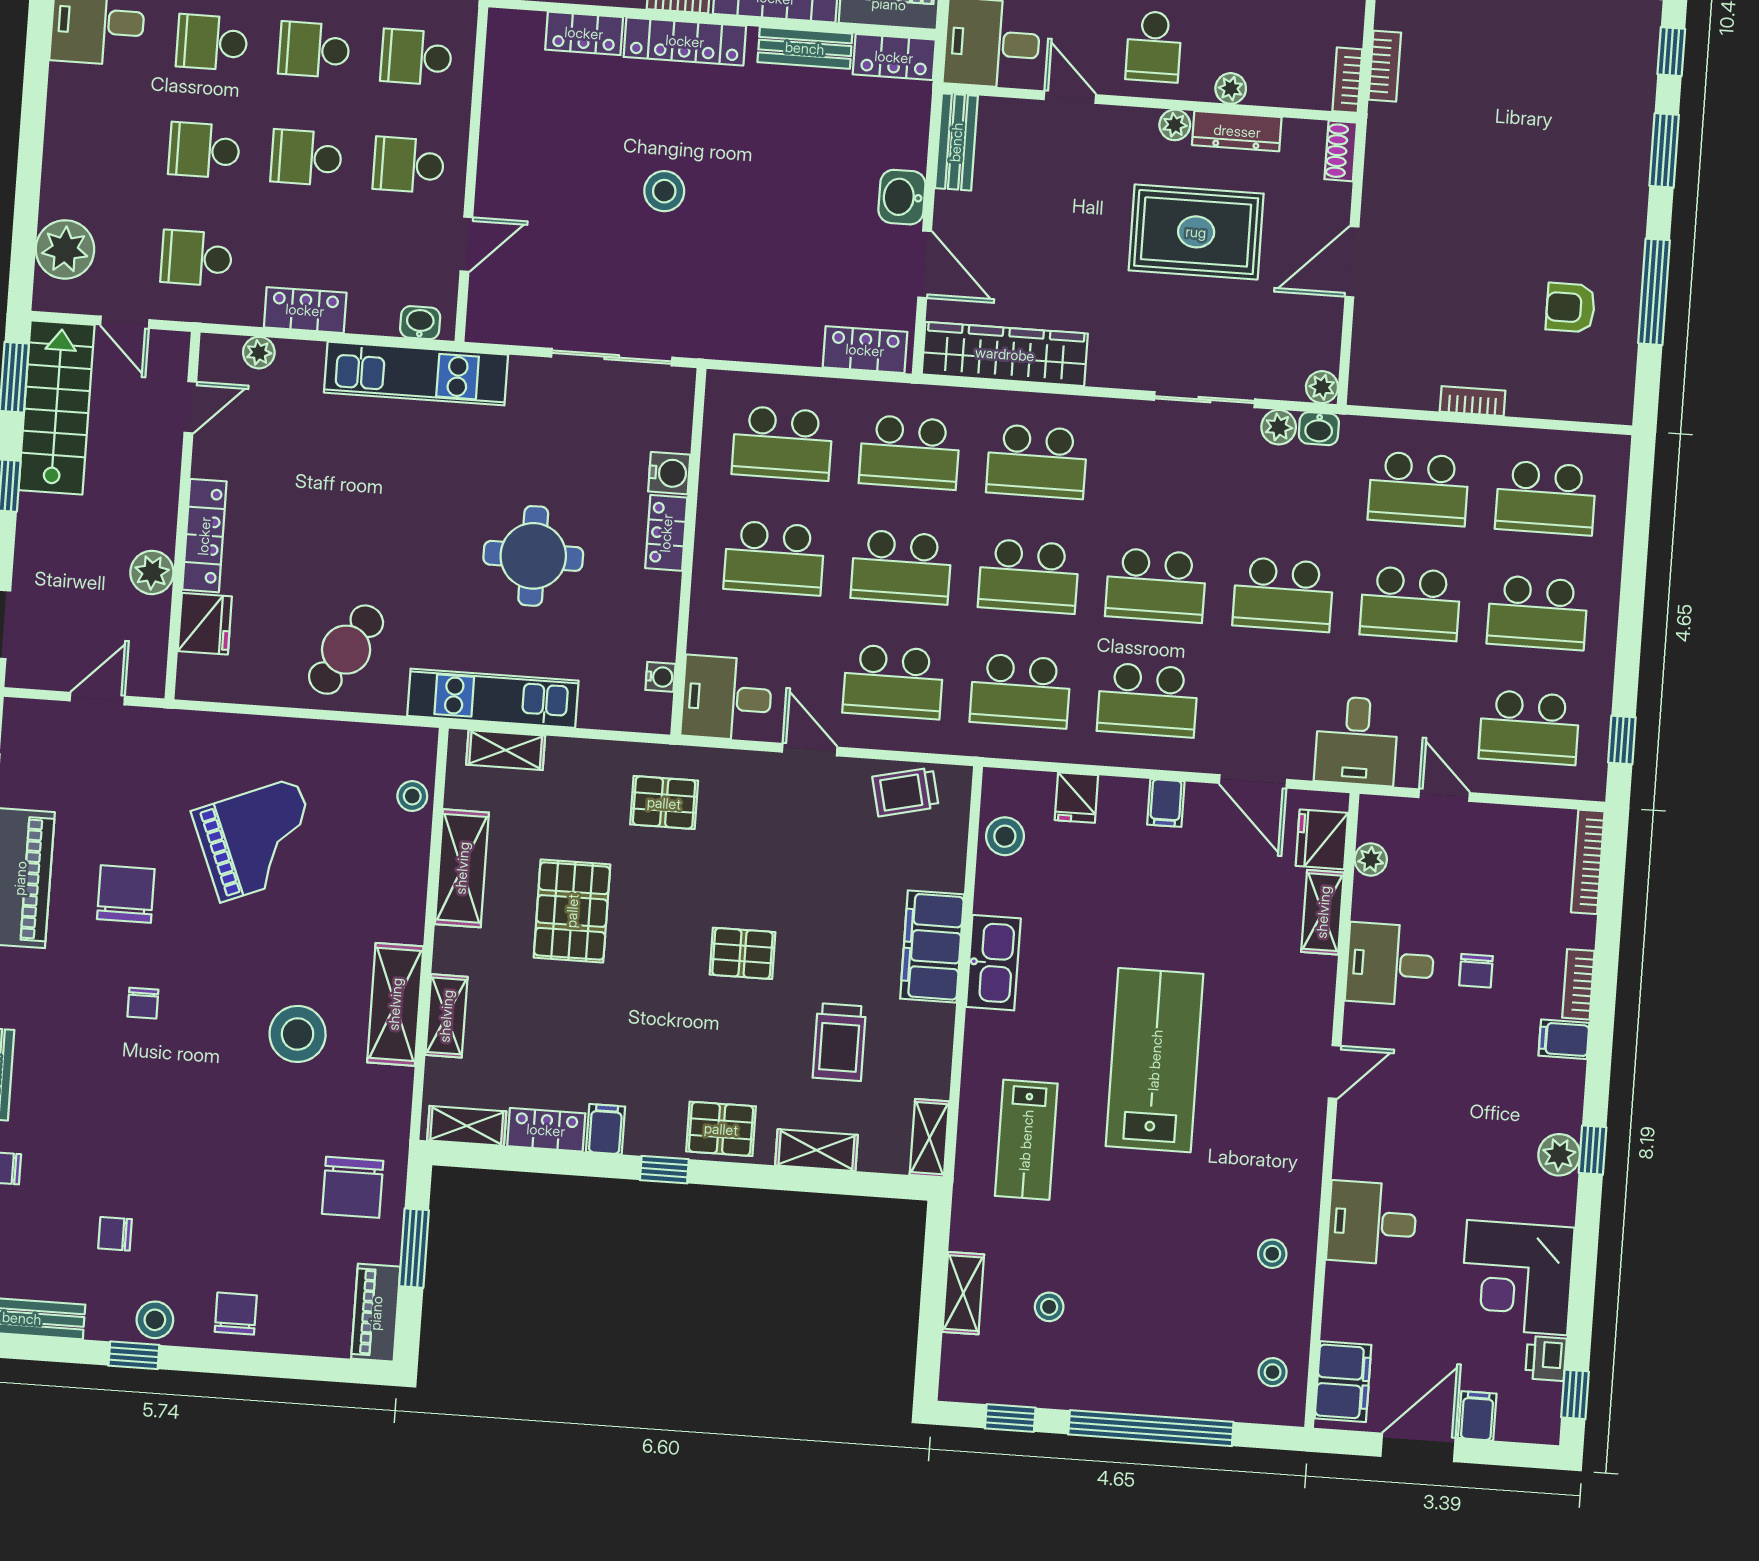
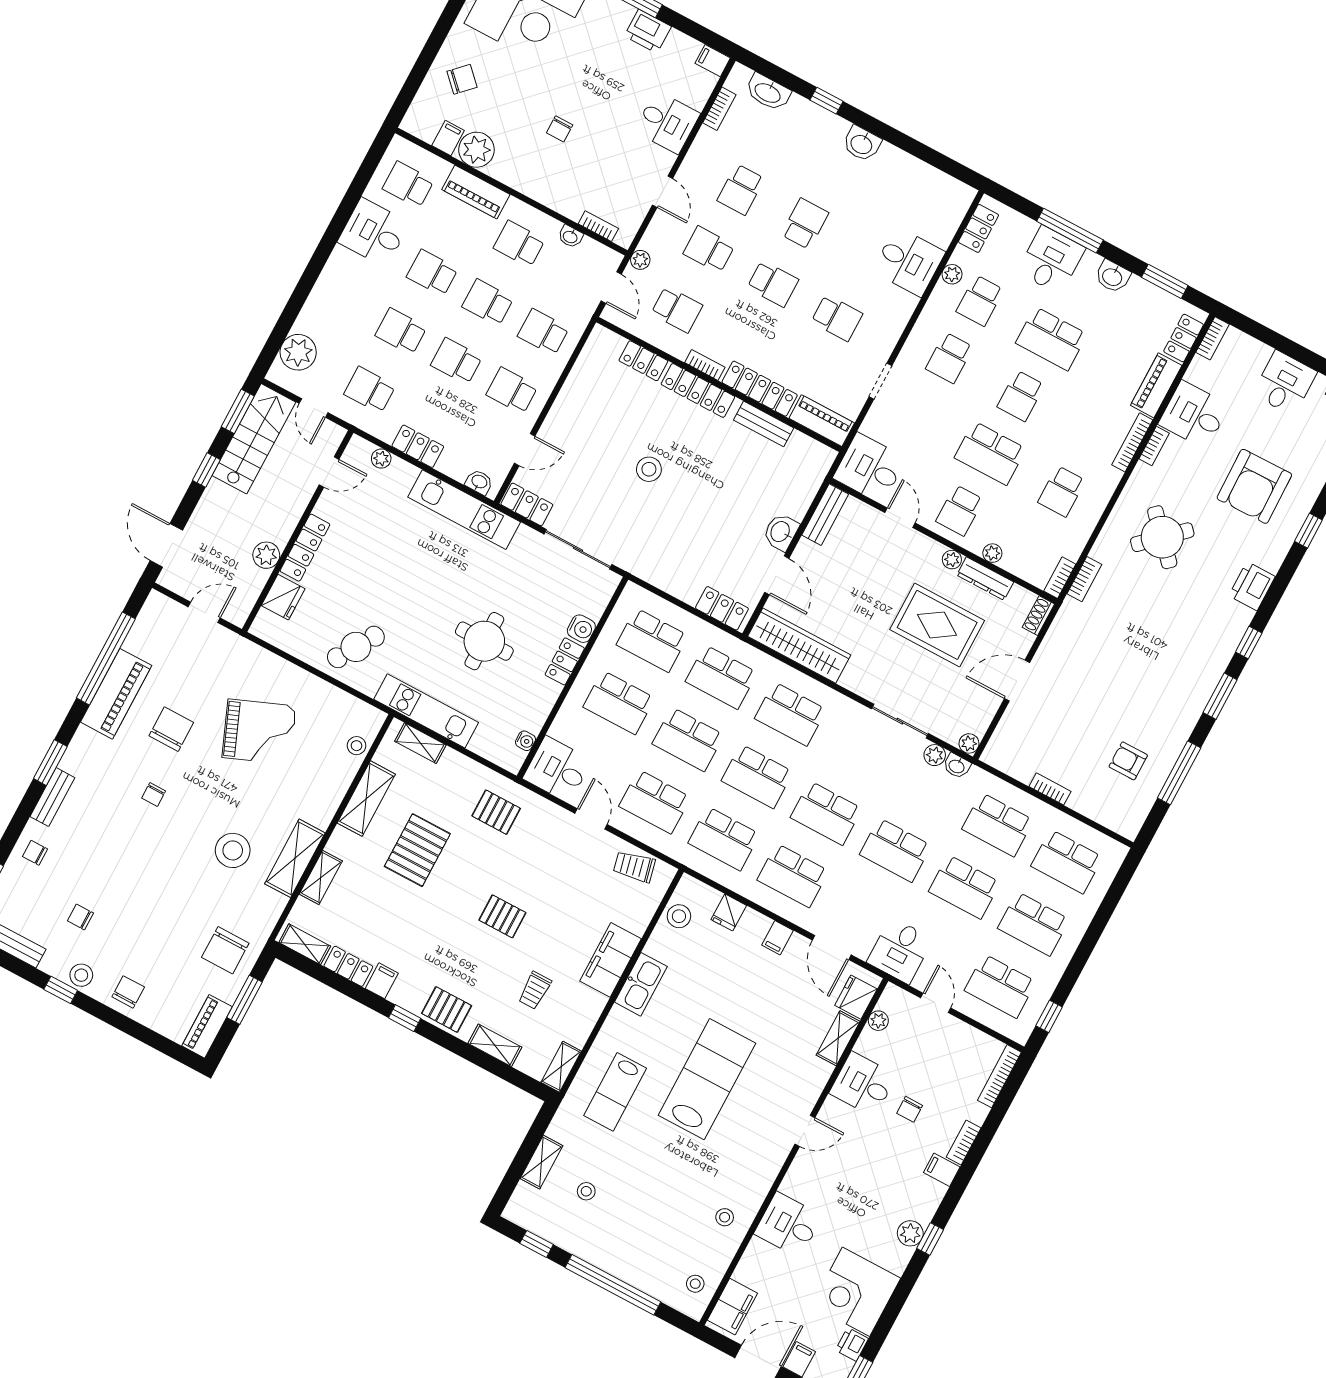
locker: (894, 57) -> (527, 504), moved, turned 180
trolley: (839, 1042) -> (535, 990), width x0.73, depth x0.72

